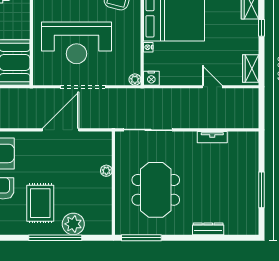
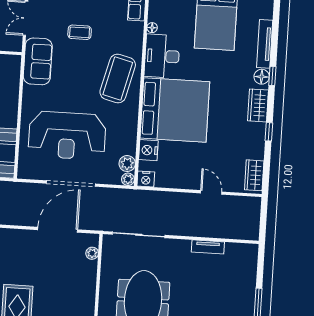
nightstand: (148, 47) -> (148, 150), width x1.89, depth x1.79
plant: (133, 65) -> (127, 164), added
door: (61, 130) -> (58, 230), moved
plant: (106, 171) -> (92, 253), moved

